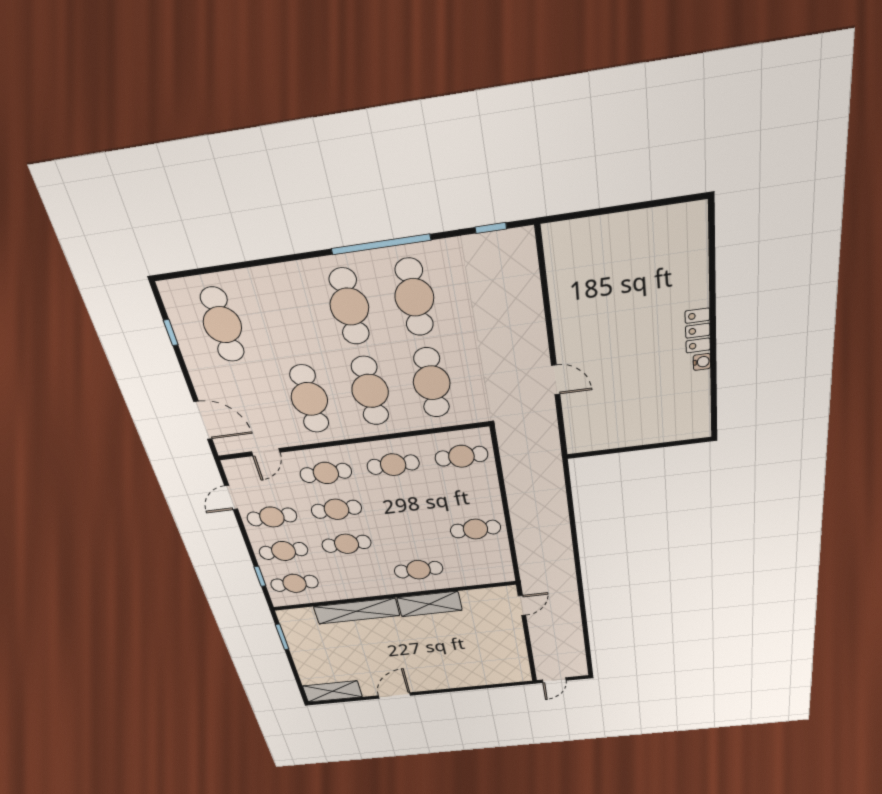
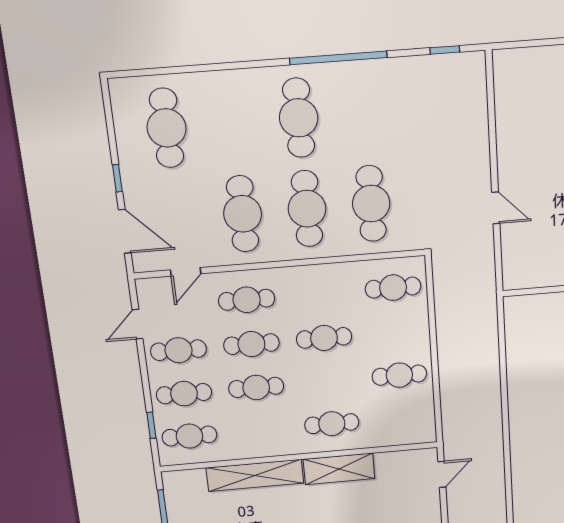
cafe table: (414, 297) -> (364, 113), removed
window: (171, 333) -> (117, 178), moved
cafe table: (393, 465) -> (324, 338), moved

